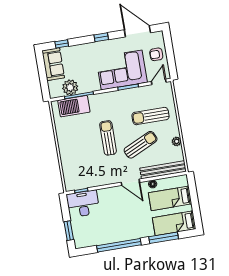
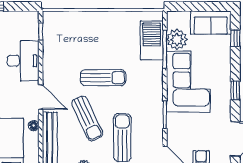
corner sofa: (122, 70) -> (188, 82), moved
door: (130, 182) -> (41, 97), swing flipped
desk: (83, 204) -> (23, 61), moved

